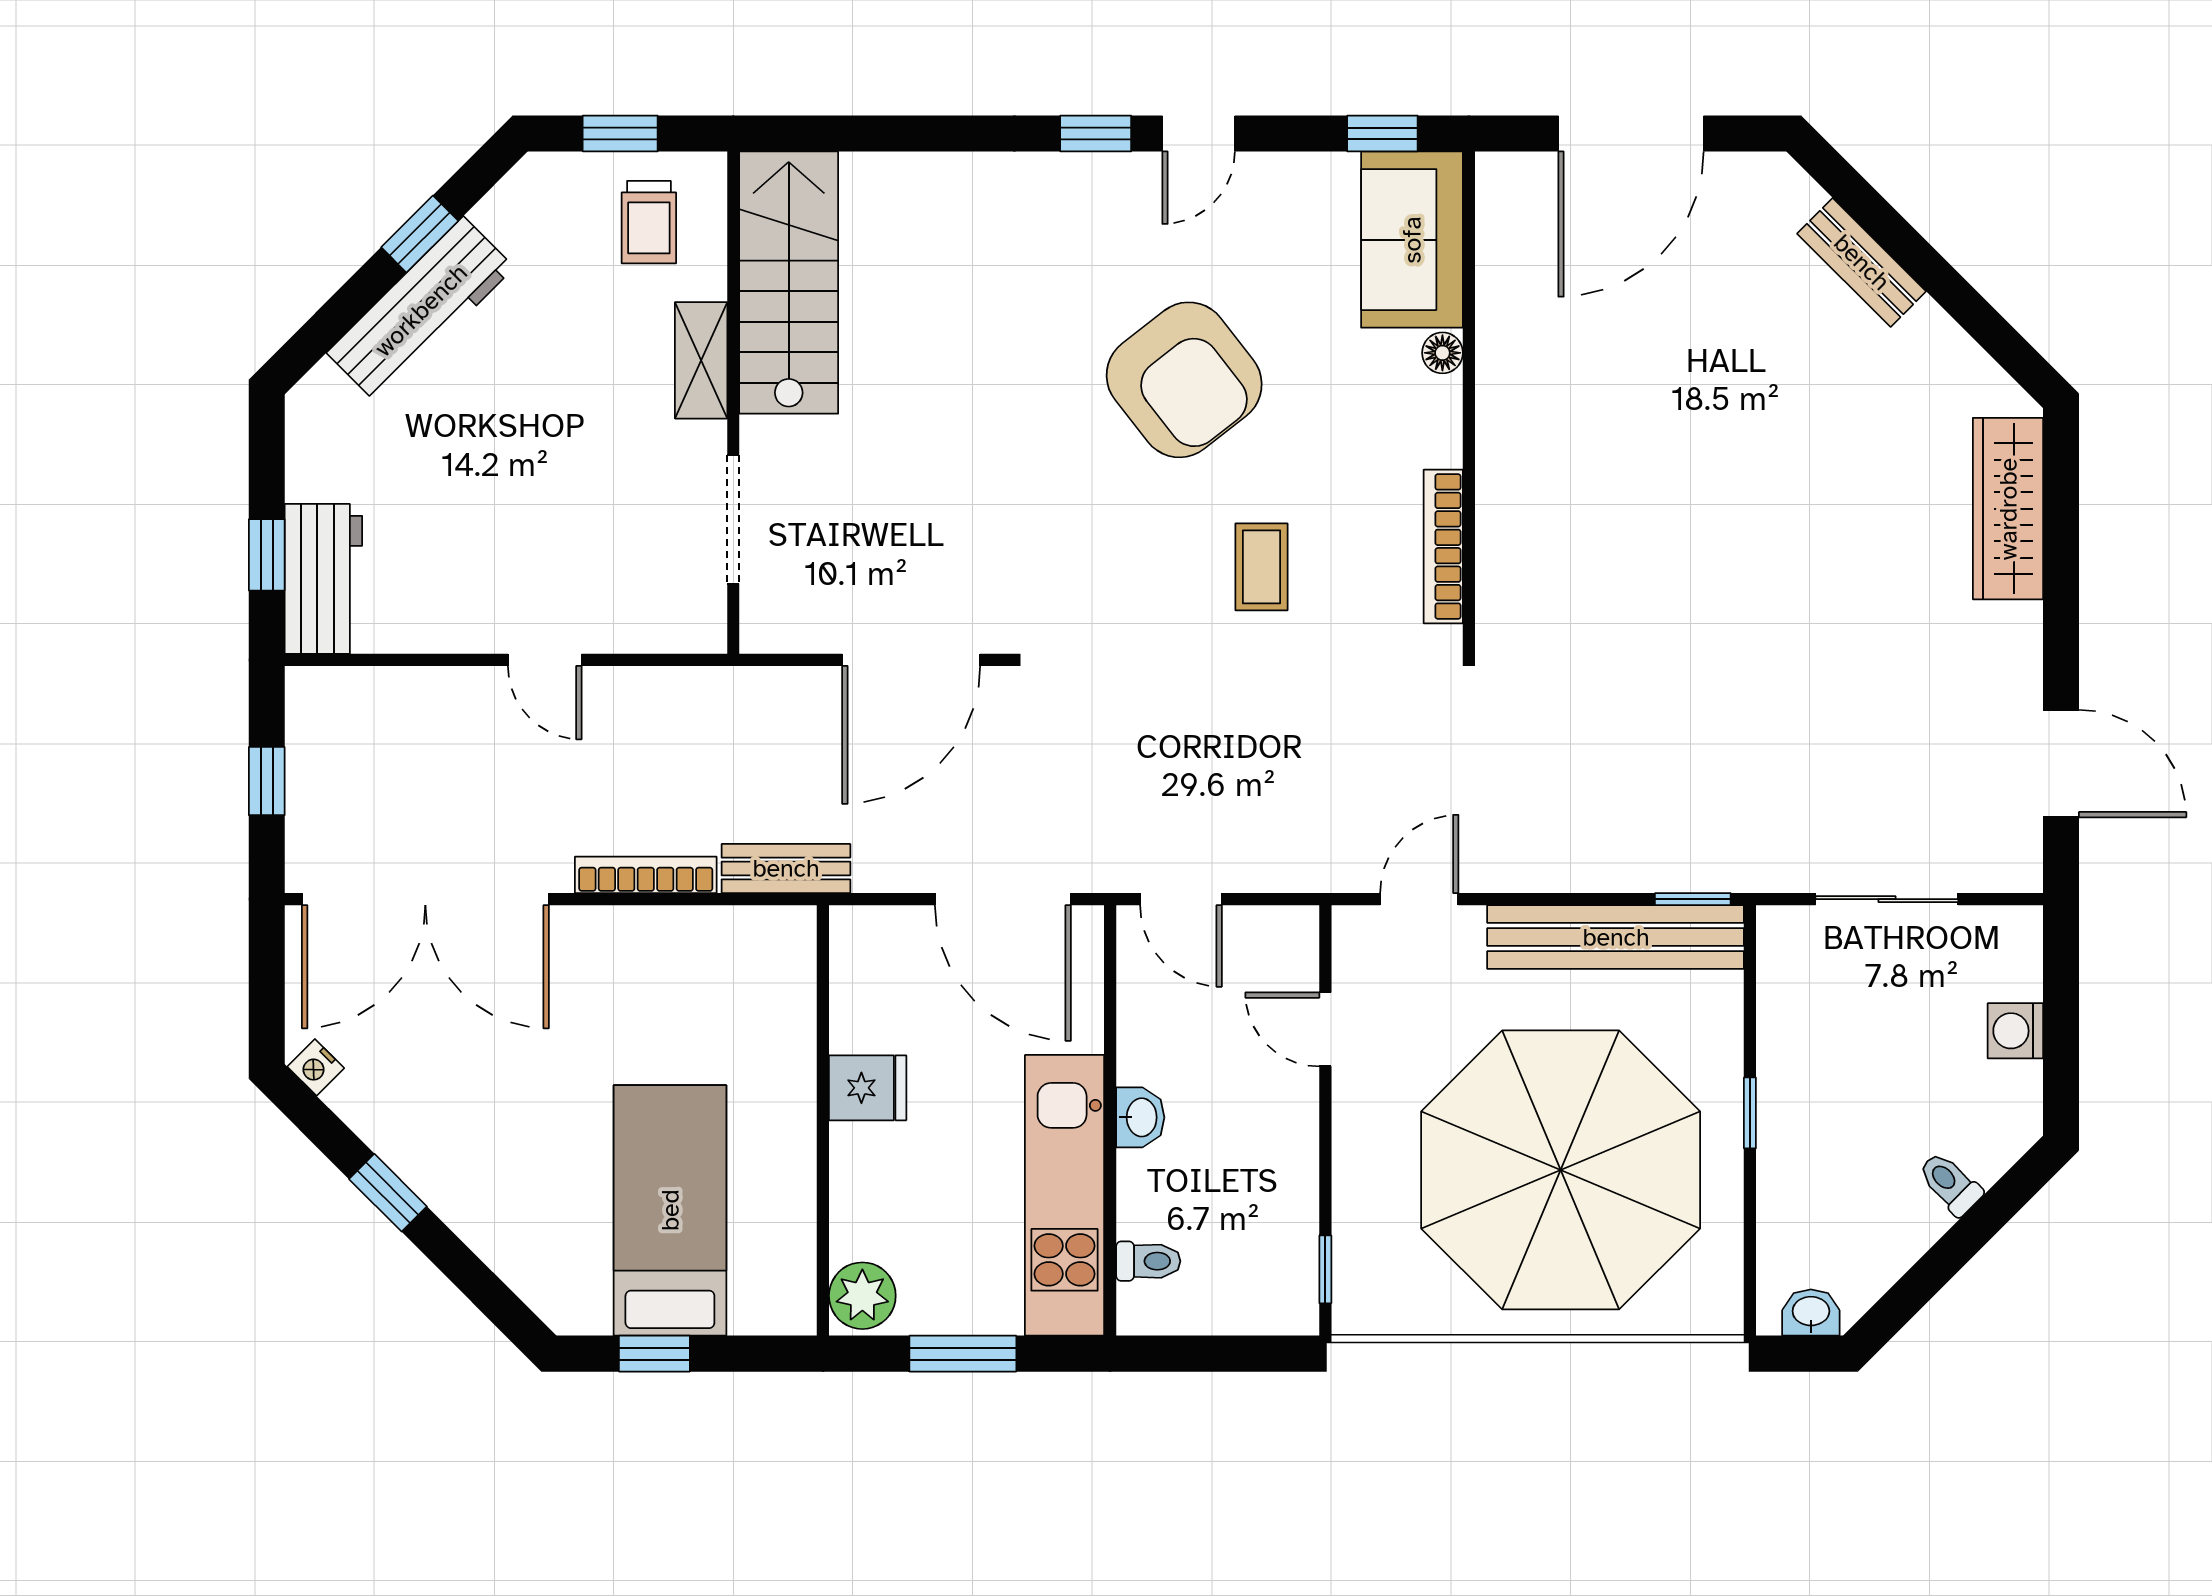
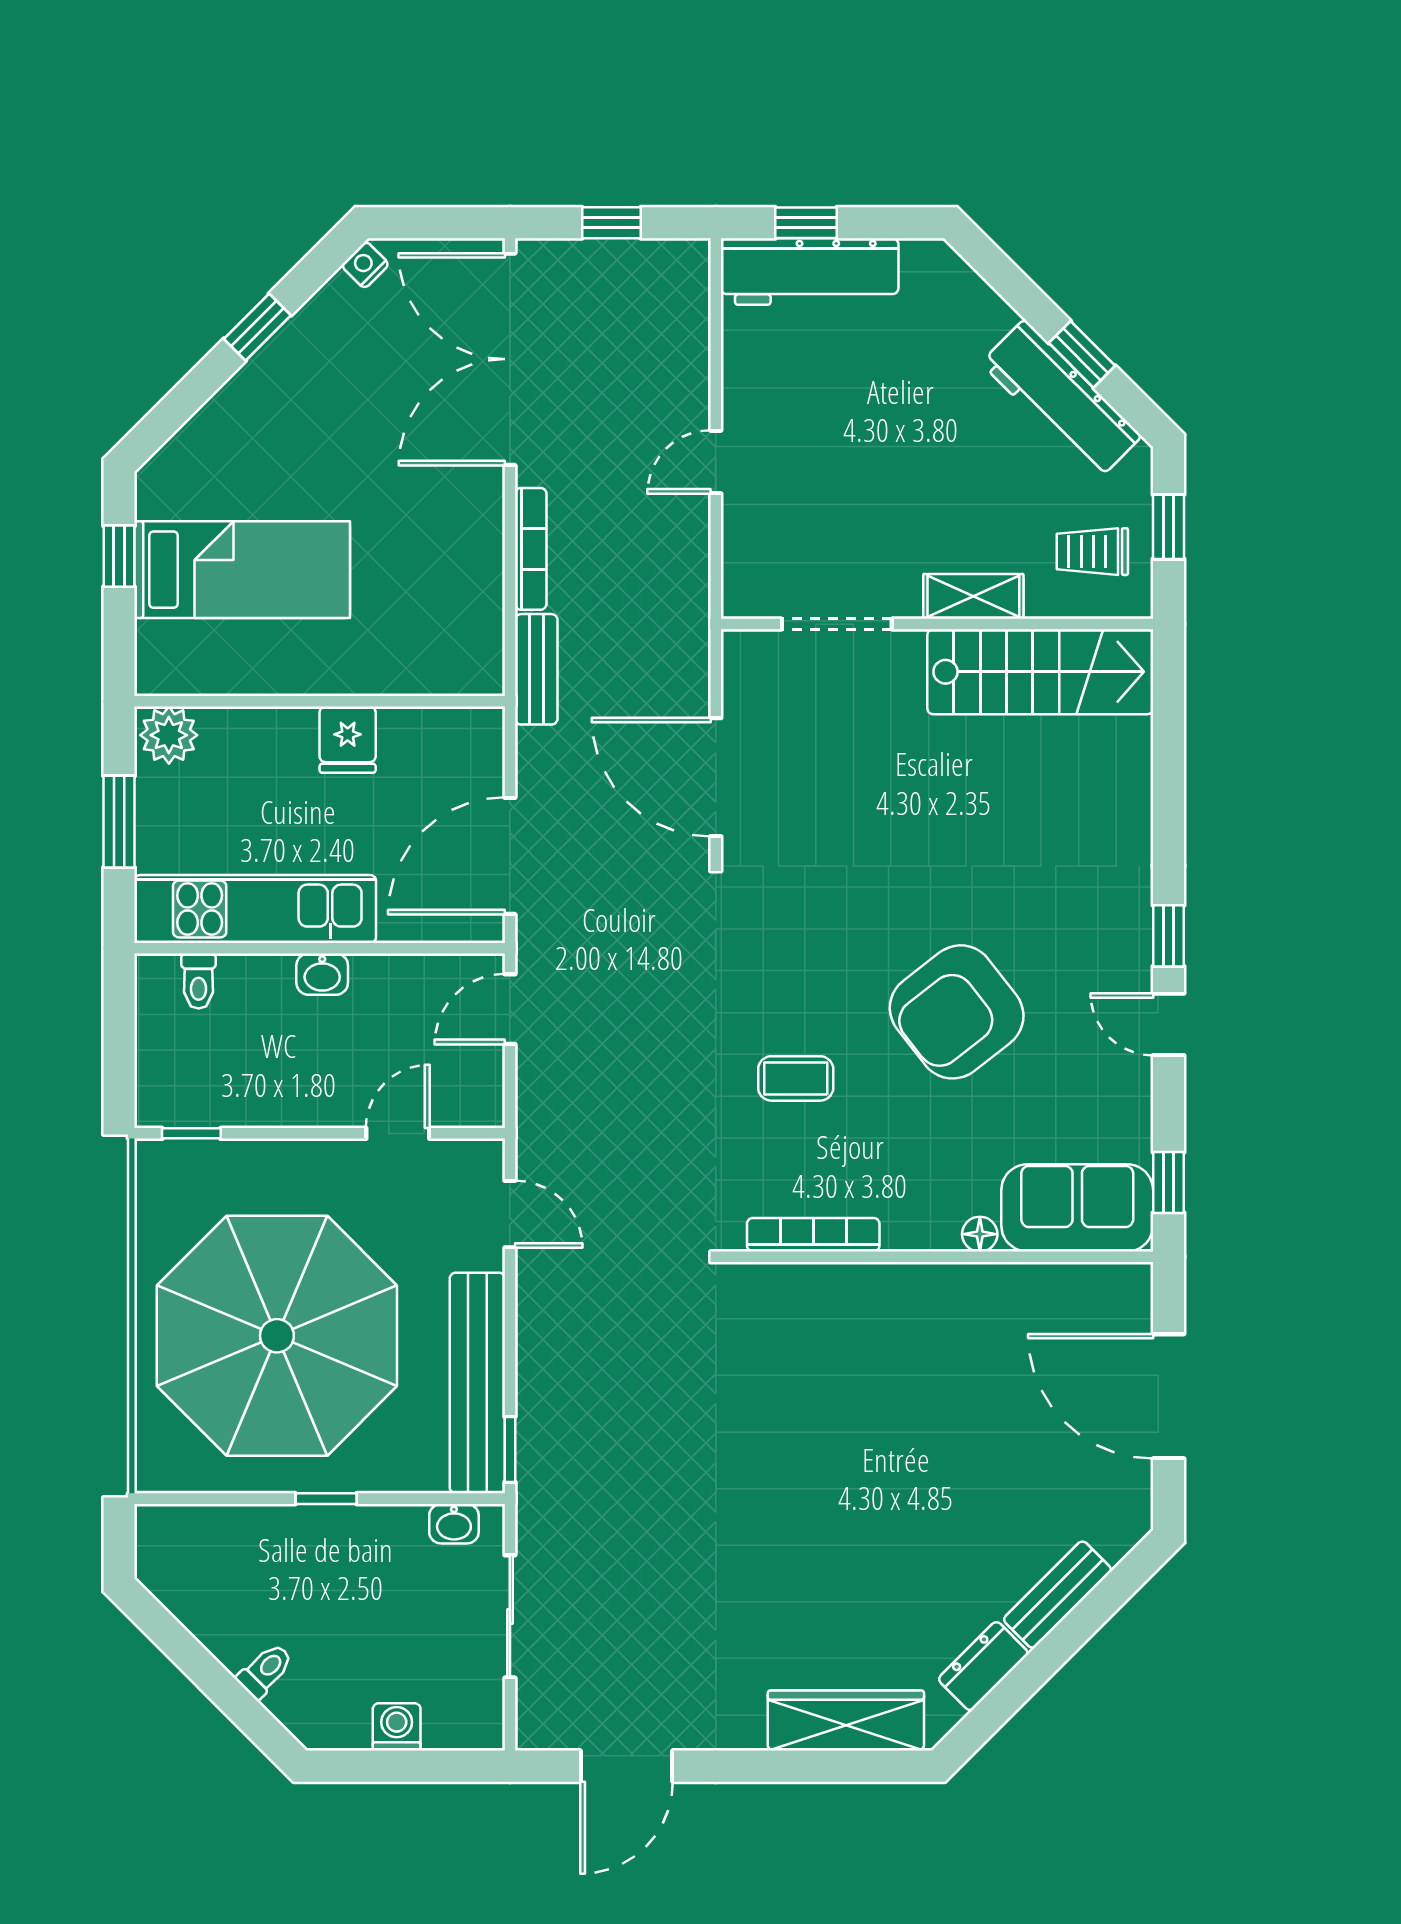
workbench: (421, 310) -> (1061, 400), moved
dresser: (1945, 349) -> (983, 1666), added
workbench: (323, 579) -> (810, 272), width x1.38
washbasin: (1811, 1312) -> (454, 1524), moved, turned 90

